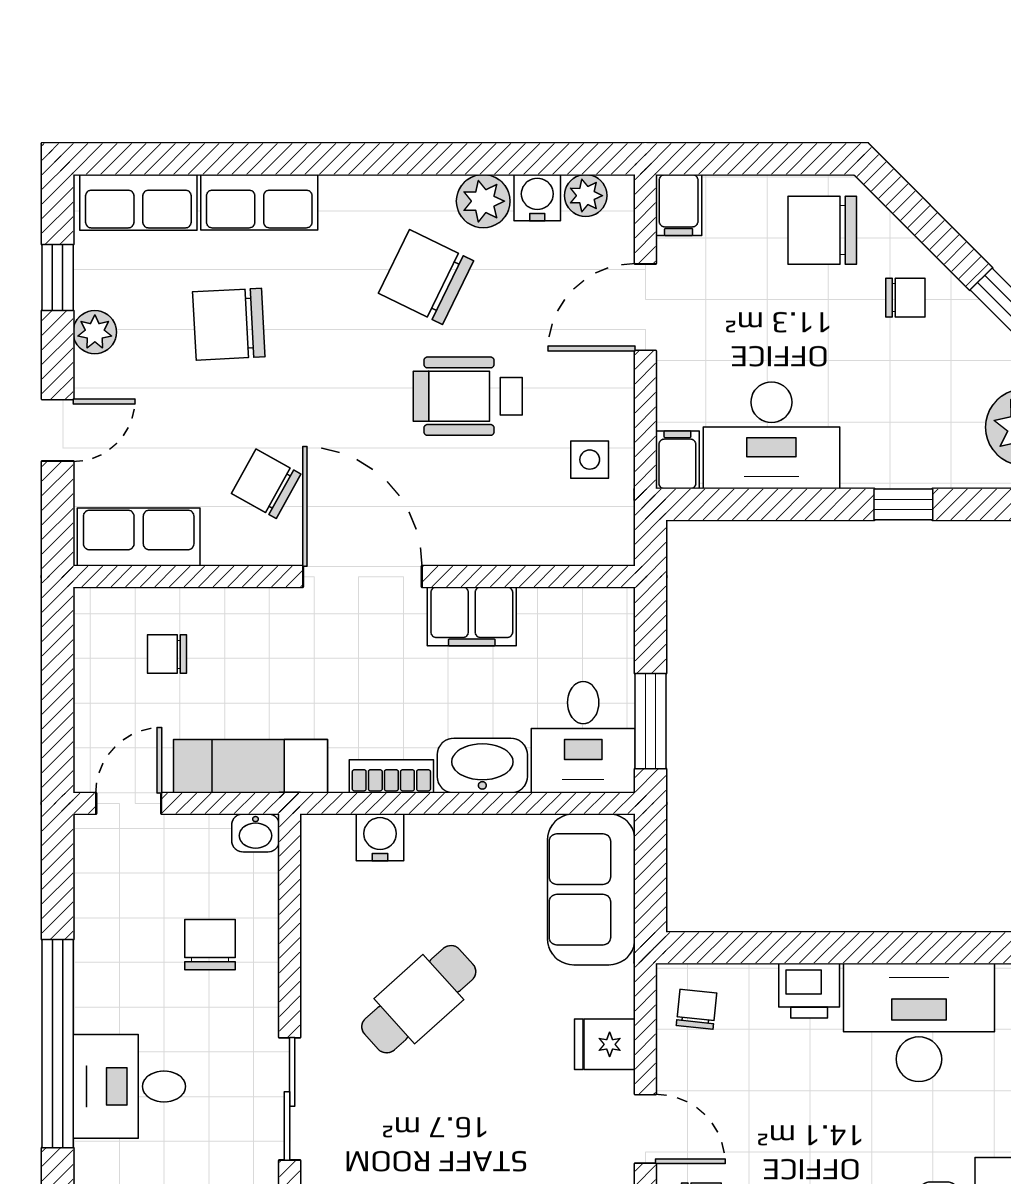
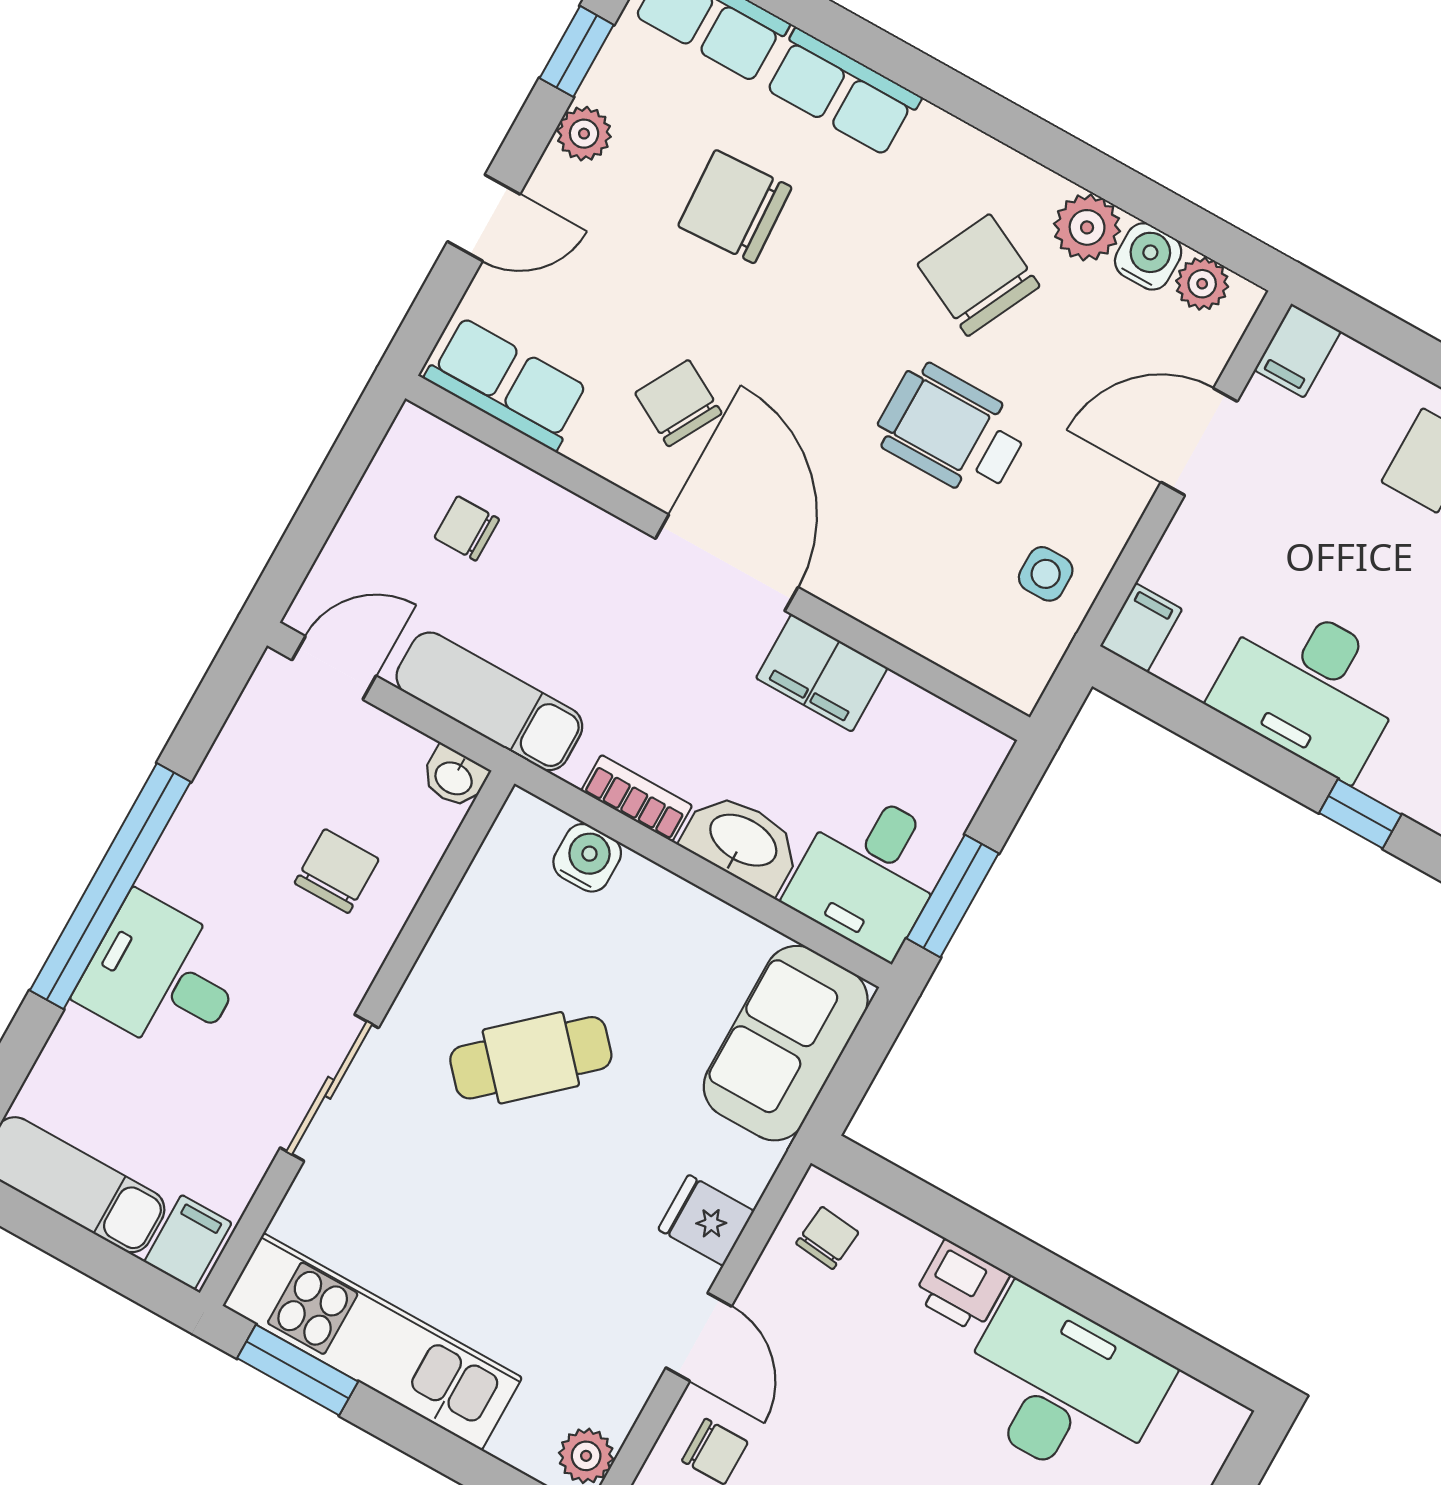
desk: (771, 435) -> (1310, 687), moved

